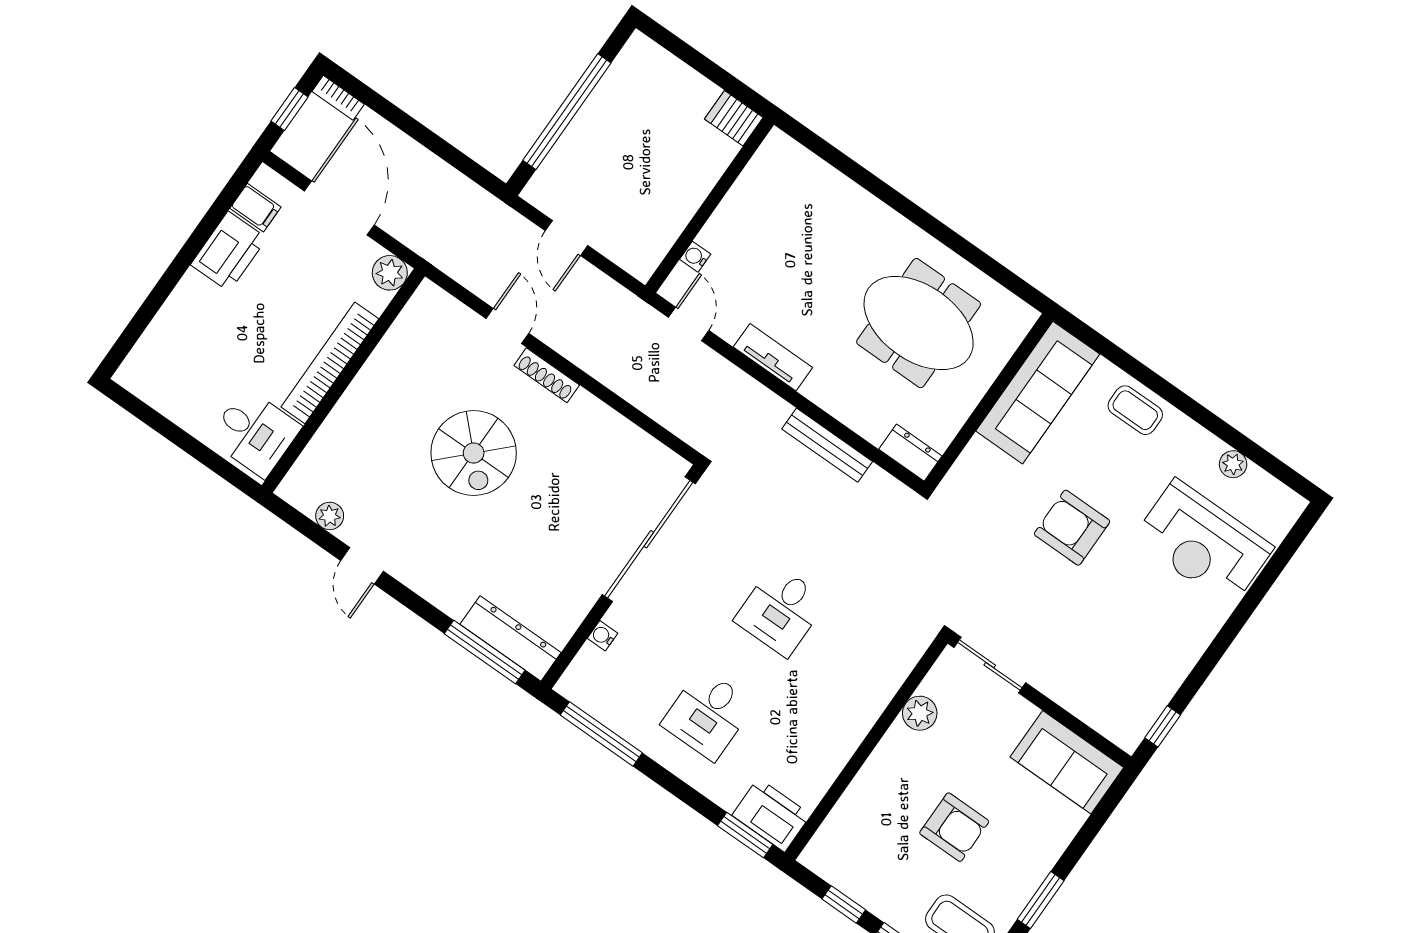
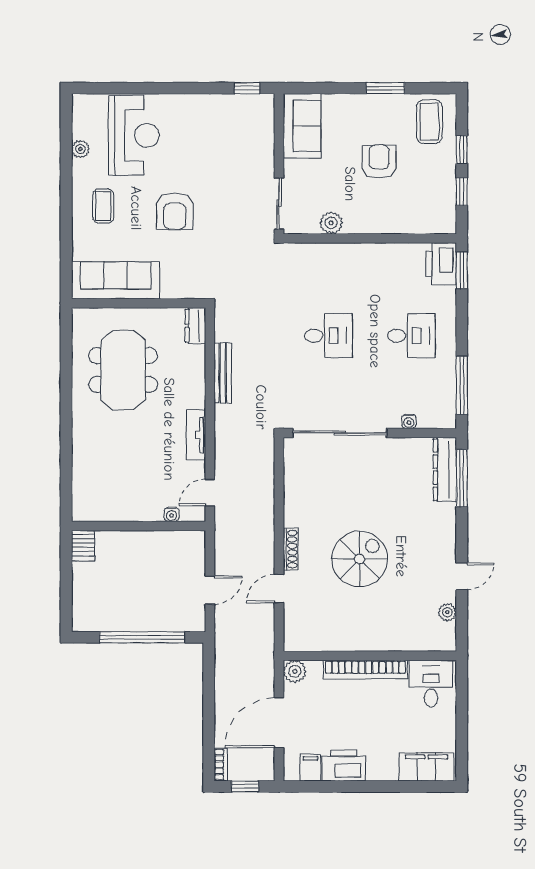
filing cabinet: (154, 354) -> (426, 767), added
coffee table: (1135, 410) -> (103, 206), moved

